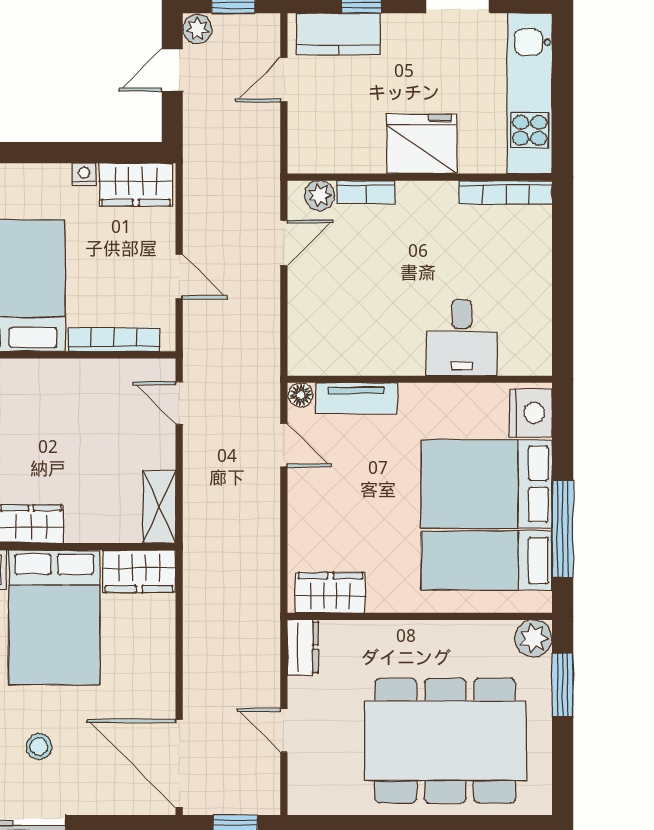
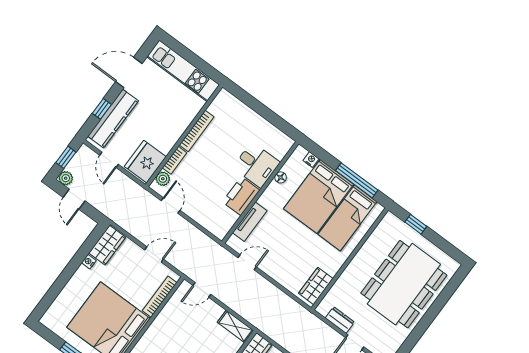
kitchen counter: (338, 34) -> (113, 119), width x1.50
fridge: (422, 144) -> (145, 162), moved
bookcase: (506, 192) -> (197, 131), moved
printer: (389, 351) -> (241, 196), added
floor lamp: (301, 395) -> (281, 177), moved
nightstand: (531, 413) -> (311, 160), width x0.53, depth x0.56
plant: (534, 638) -> (390, 222), removed
dresser: (303, 647) -> (340, 320), moved
window: (563, 685) -> (416, 224), width x0.67

